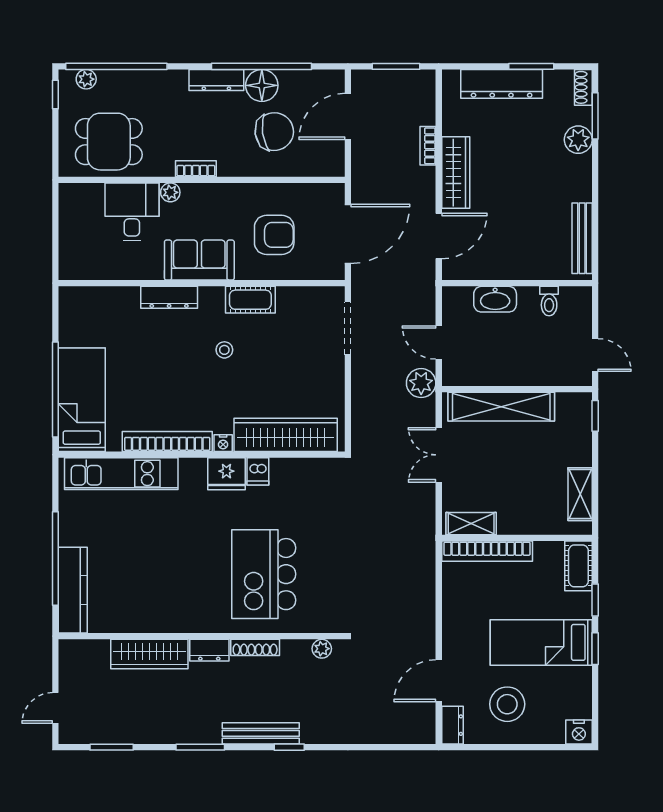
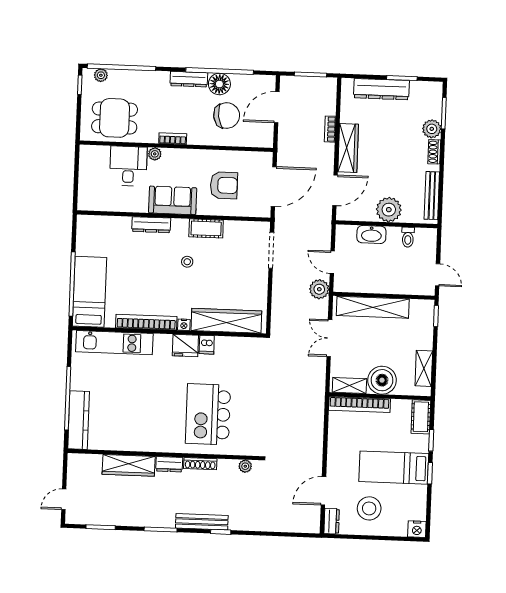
shoe rack: (583, 87) -> (434, 152), moved
plant: (519, 261) -> (389, 210), added
boiler: (519, 514) -> (382, 380), added

